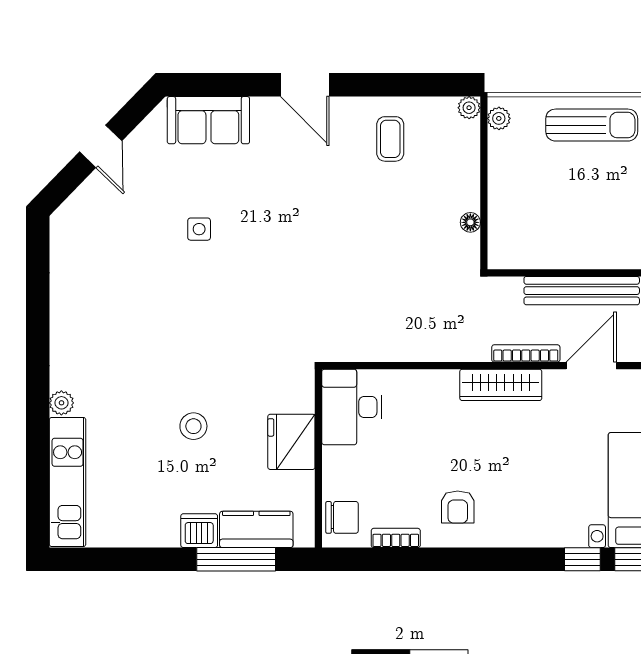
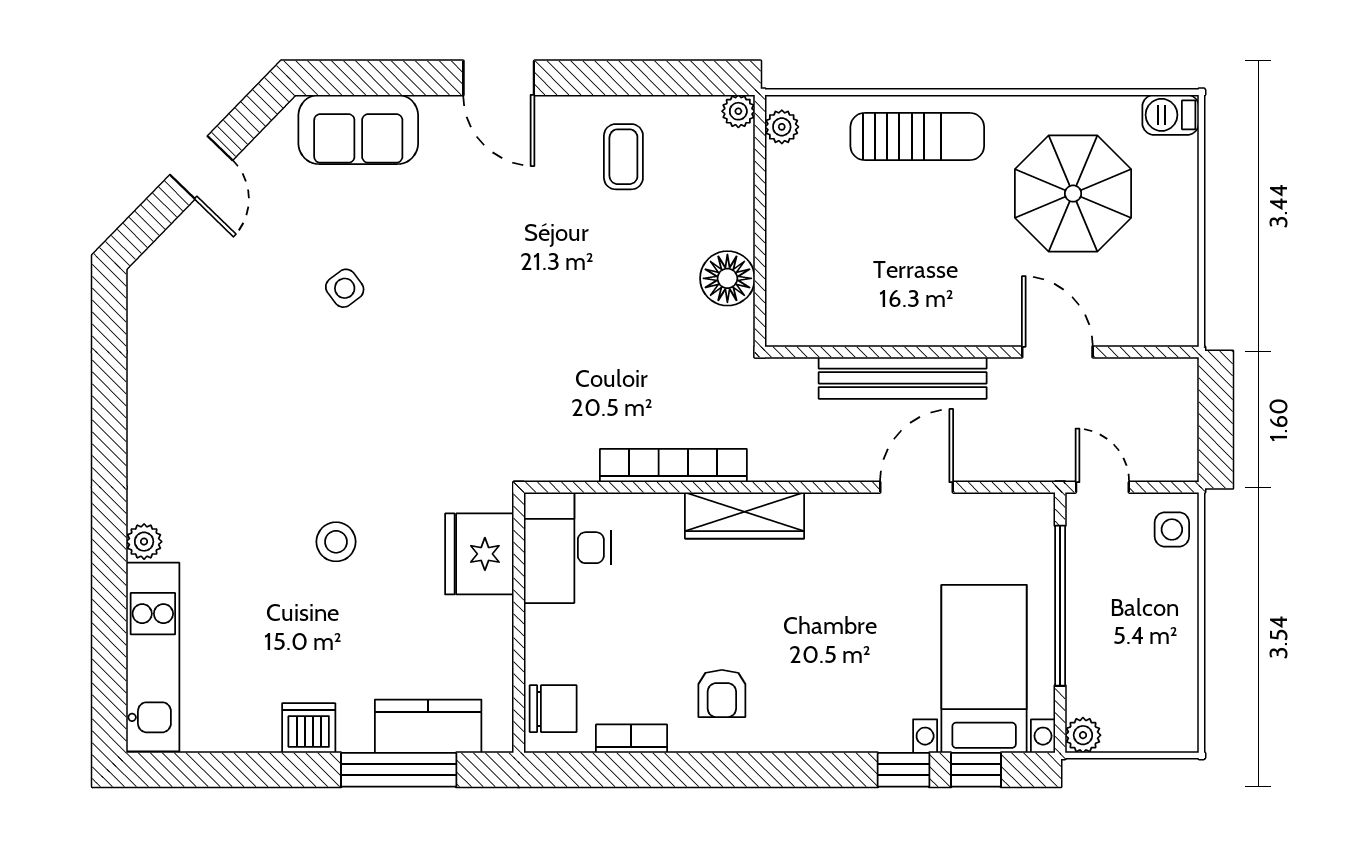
floor lamp: (470, 222) -> (727, 278), width x1.89, depth x1.89
side table: (199, 229) -> (345, 288), turned -37
bookcase: (526, 353) -> (673, 466), moved, width x1.48, depth x1.31
wardrobe: (501, 385) -> (745, 515), moved
stool: (193, 426) -> (336, 542), moved
fridge: (291, 442) -> (479, 554), moved
dishwasher: (199, 531) -> (309, 728), moved

